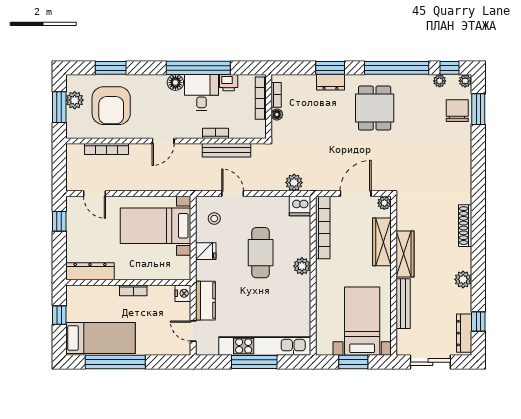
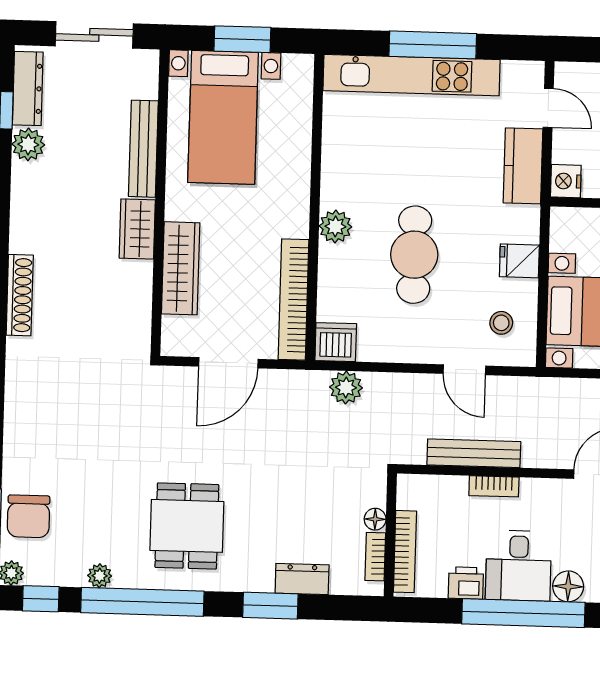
plant: (440, 81) -> (100, 576), moved
dresser: (330, 82) -> (302, 579), moved
plant: (384, 203) -> (174, 343), removed
wardrobe: (405, 254) -> (137, 229), width x0.67
plant: (463, 279) -> (28, 144), moved

